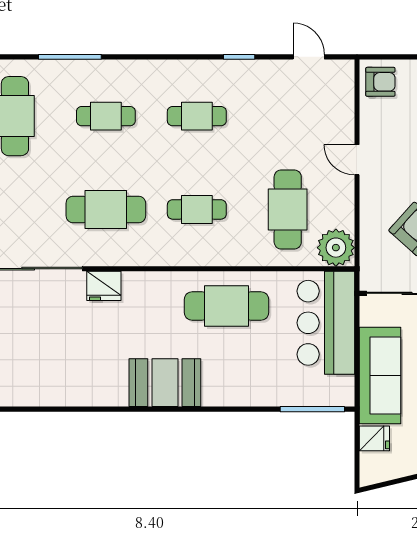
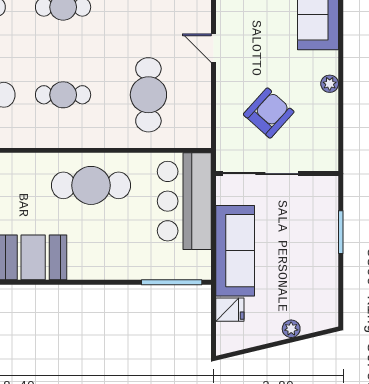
plant: (336, 248) -> (194, 131), removed

